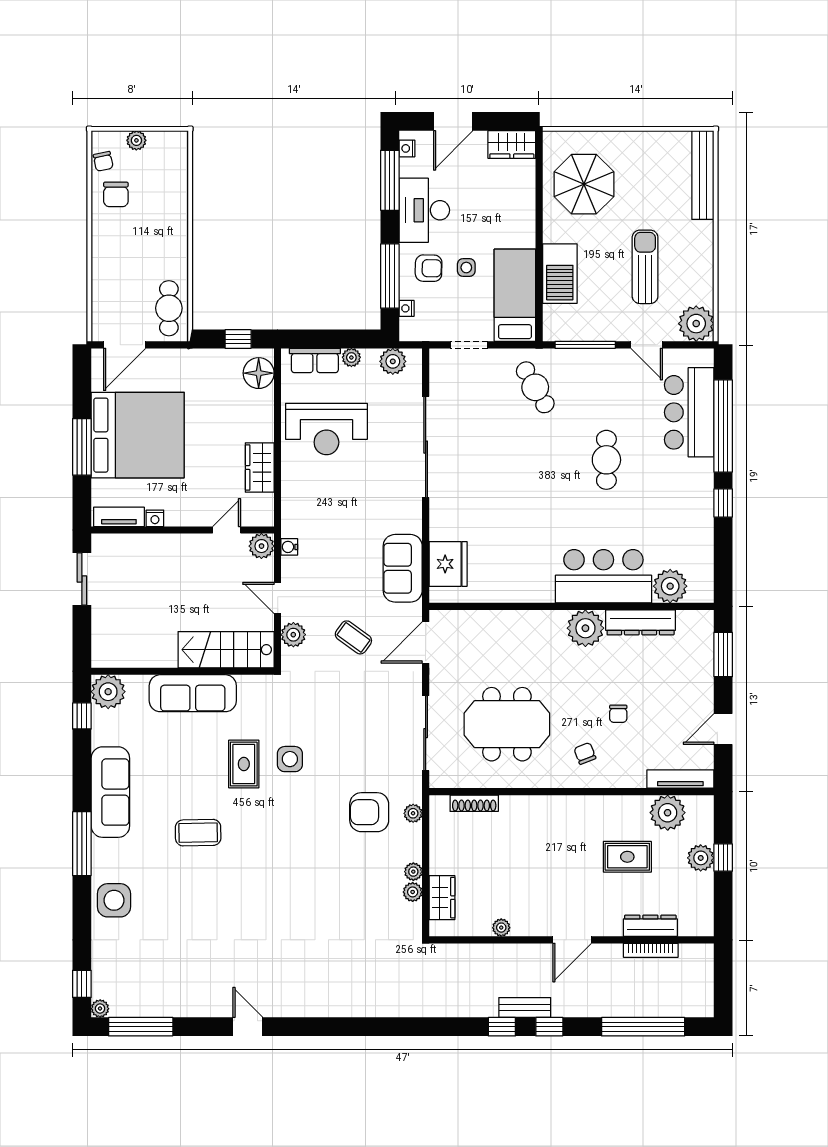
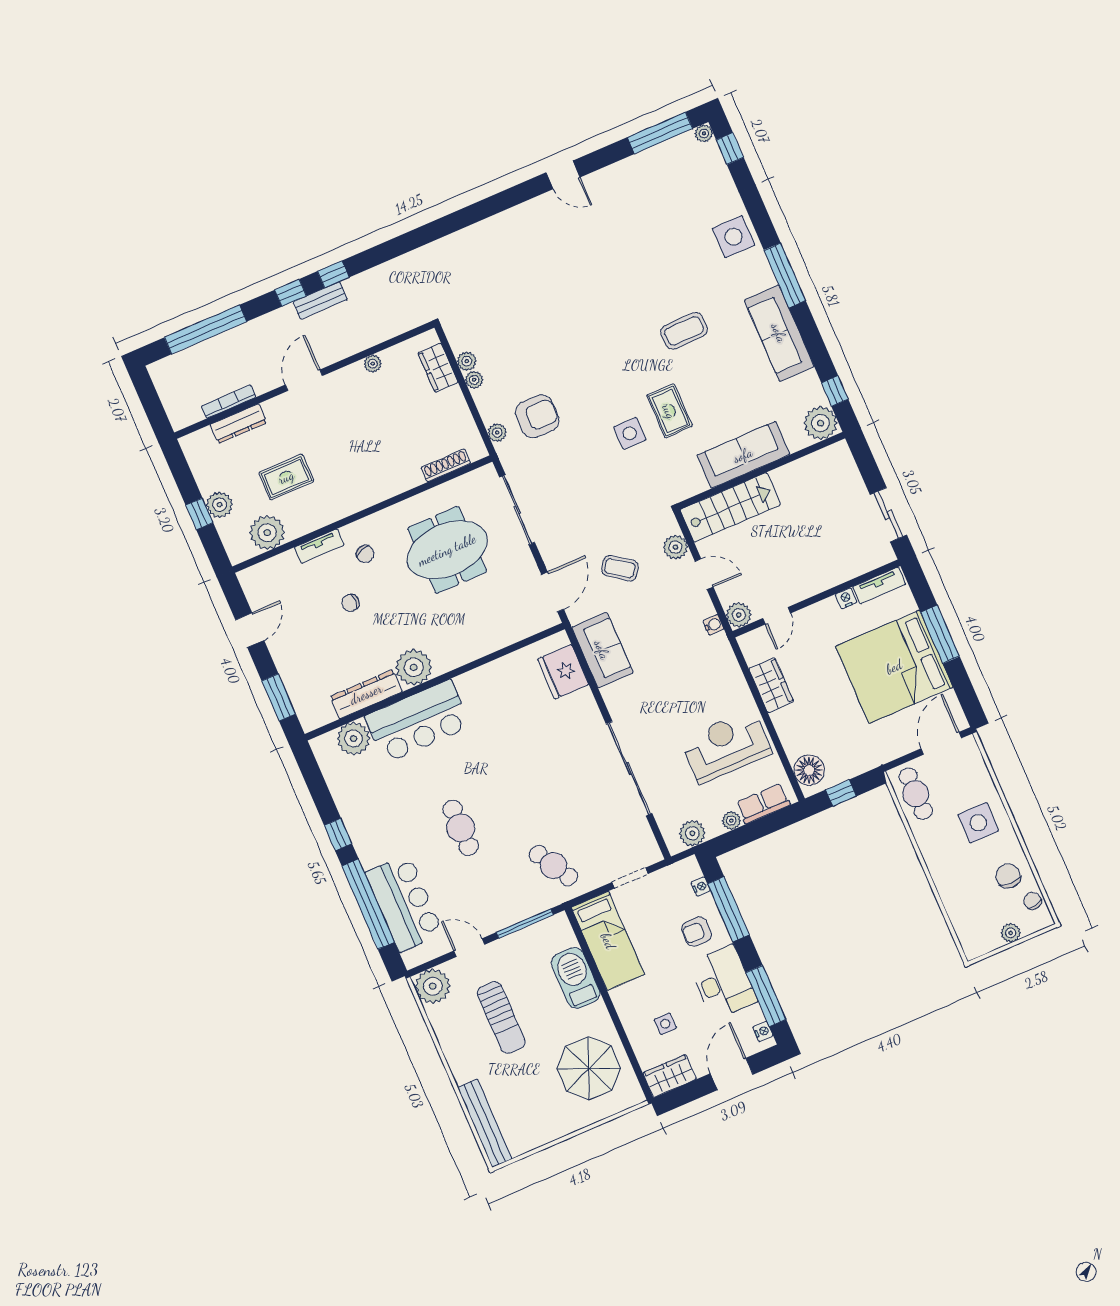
side table: (122, 256) -> (978, 823), added
side table: (466, 268) -> (665, 1024), moved
chair: (618, 714) -> (350, 603), turned -90
tv unit: (680, 779) -> (319, 546), moved, width x0.71

